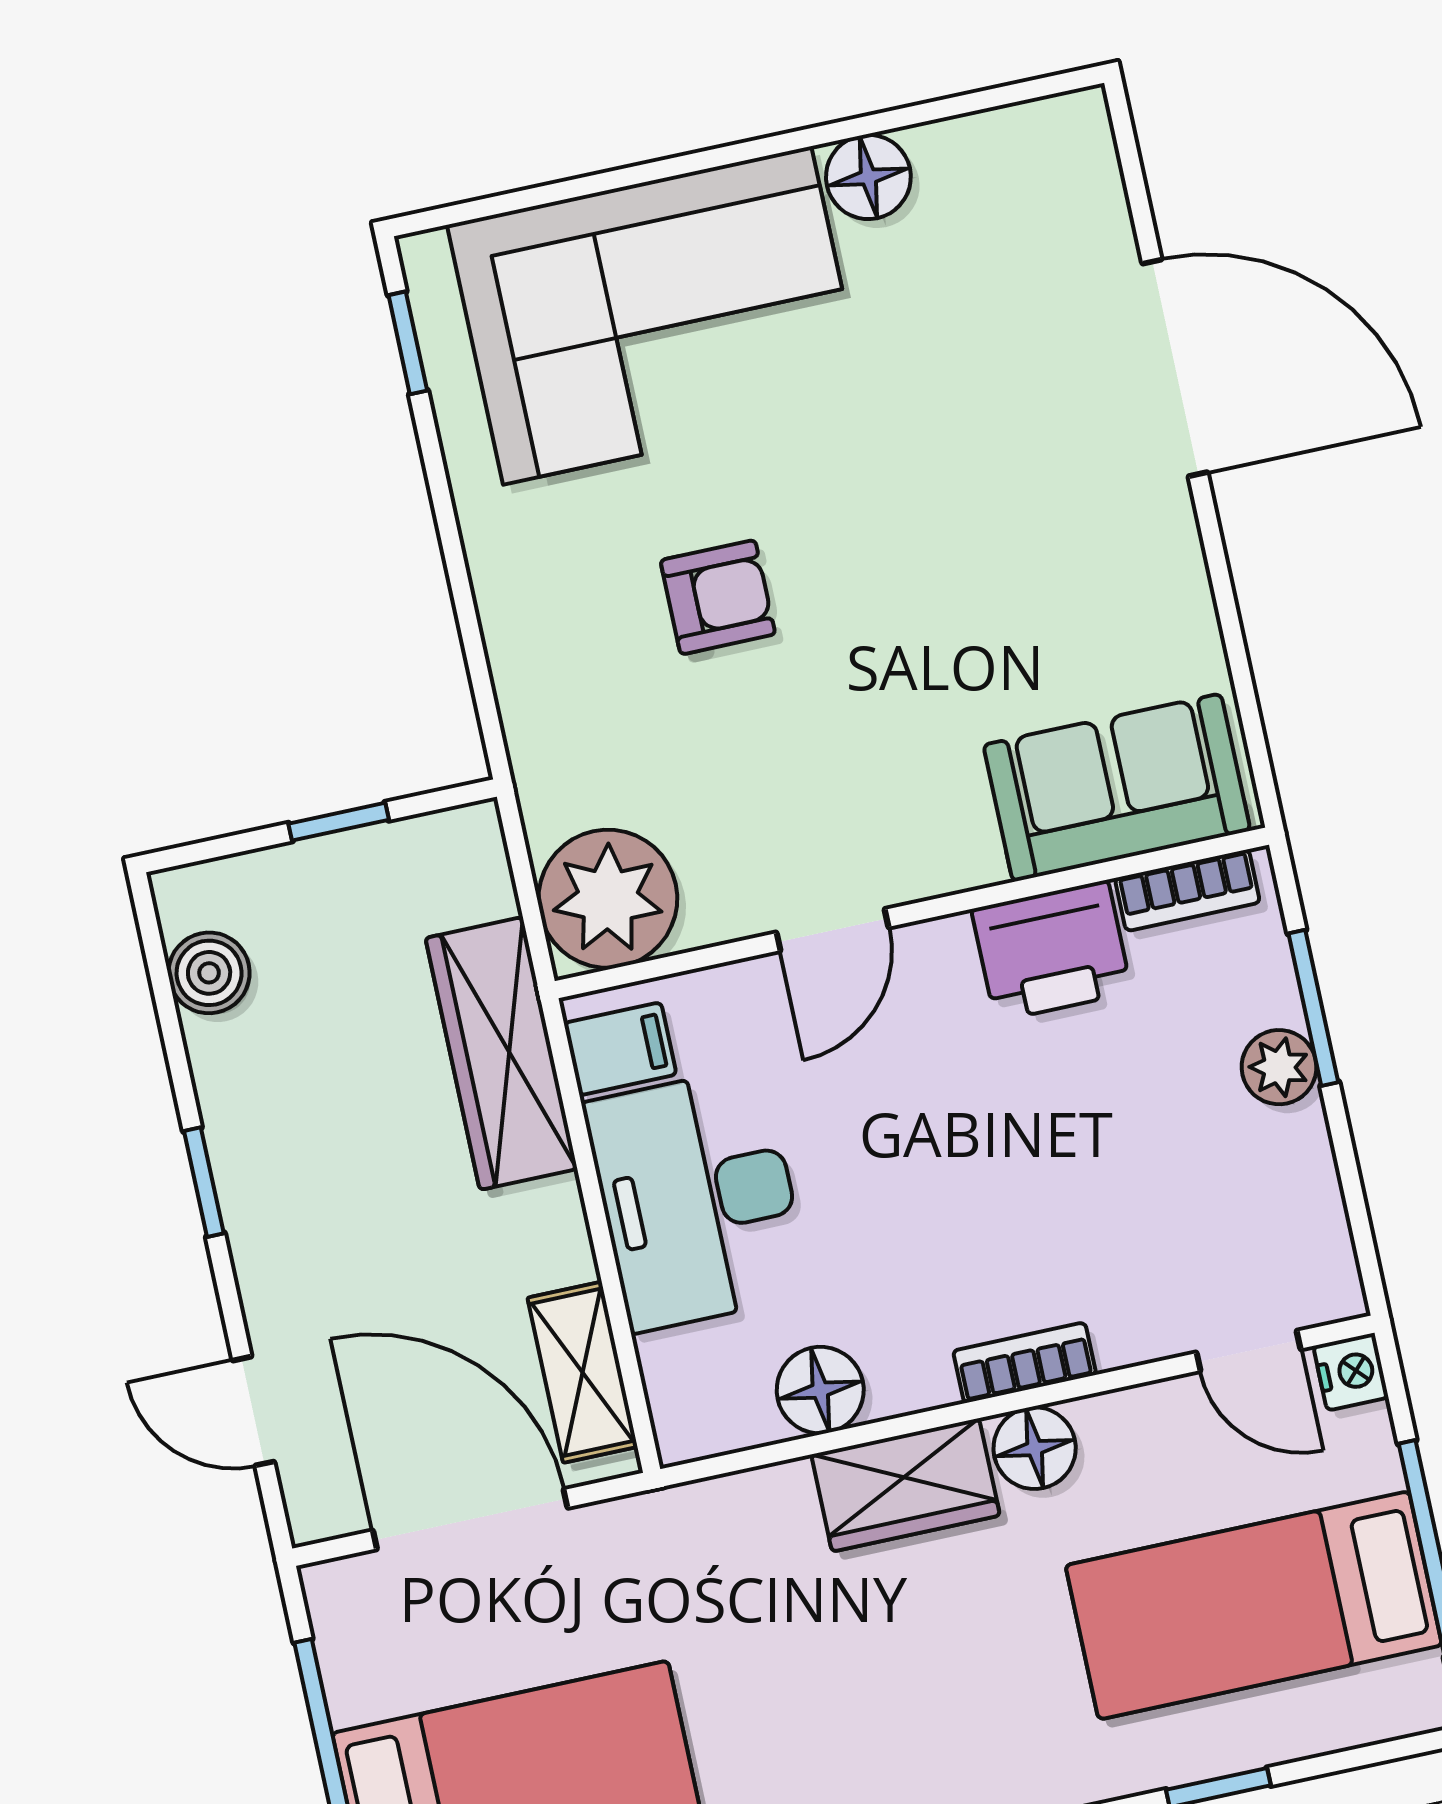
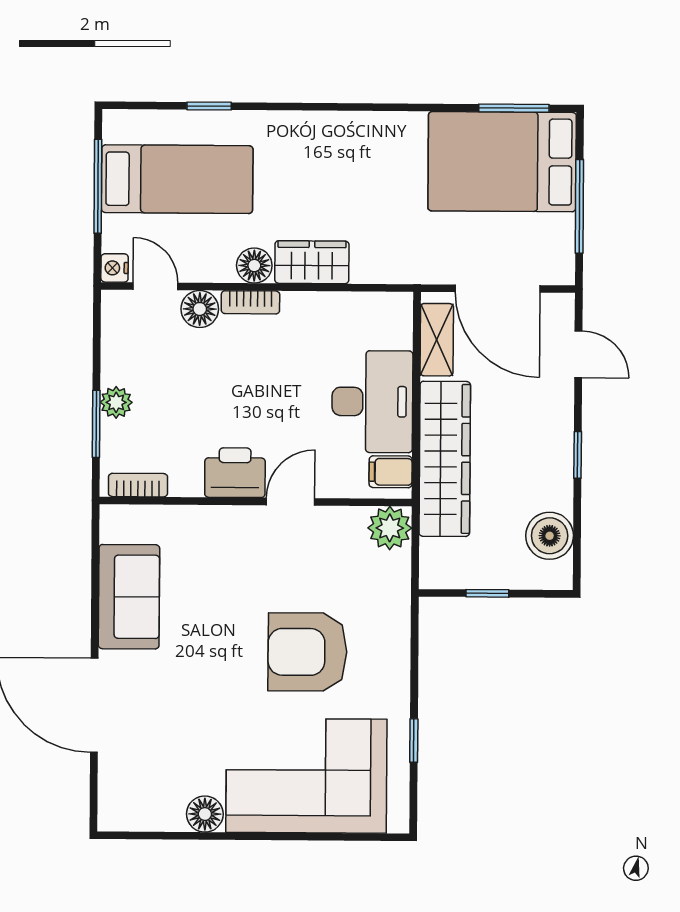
window: (408, 343) -> (414, 741), moved
armchair: (718, 597) -> (307, 652), width x1.88, depth x1.88
sofa: (1117, 788) -> (129, 597), moved, turned -90
plant: (608, 899) -> (390, 528), width x0.73, depth x0.73
printer: (1052, 951) -> (235, 473), moved
boiler: (209, 973) -> (550, 536), width x1.36, depth x1.36
wardrobe: (501, 1053) -> (445, 459), width x1.40, depth x1.17
floor lamp: (820, 1390) -> (200, 309), moved

